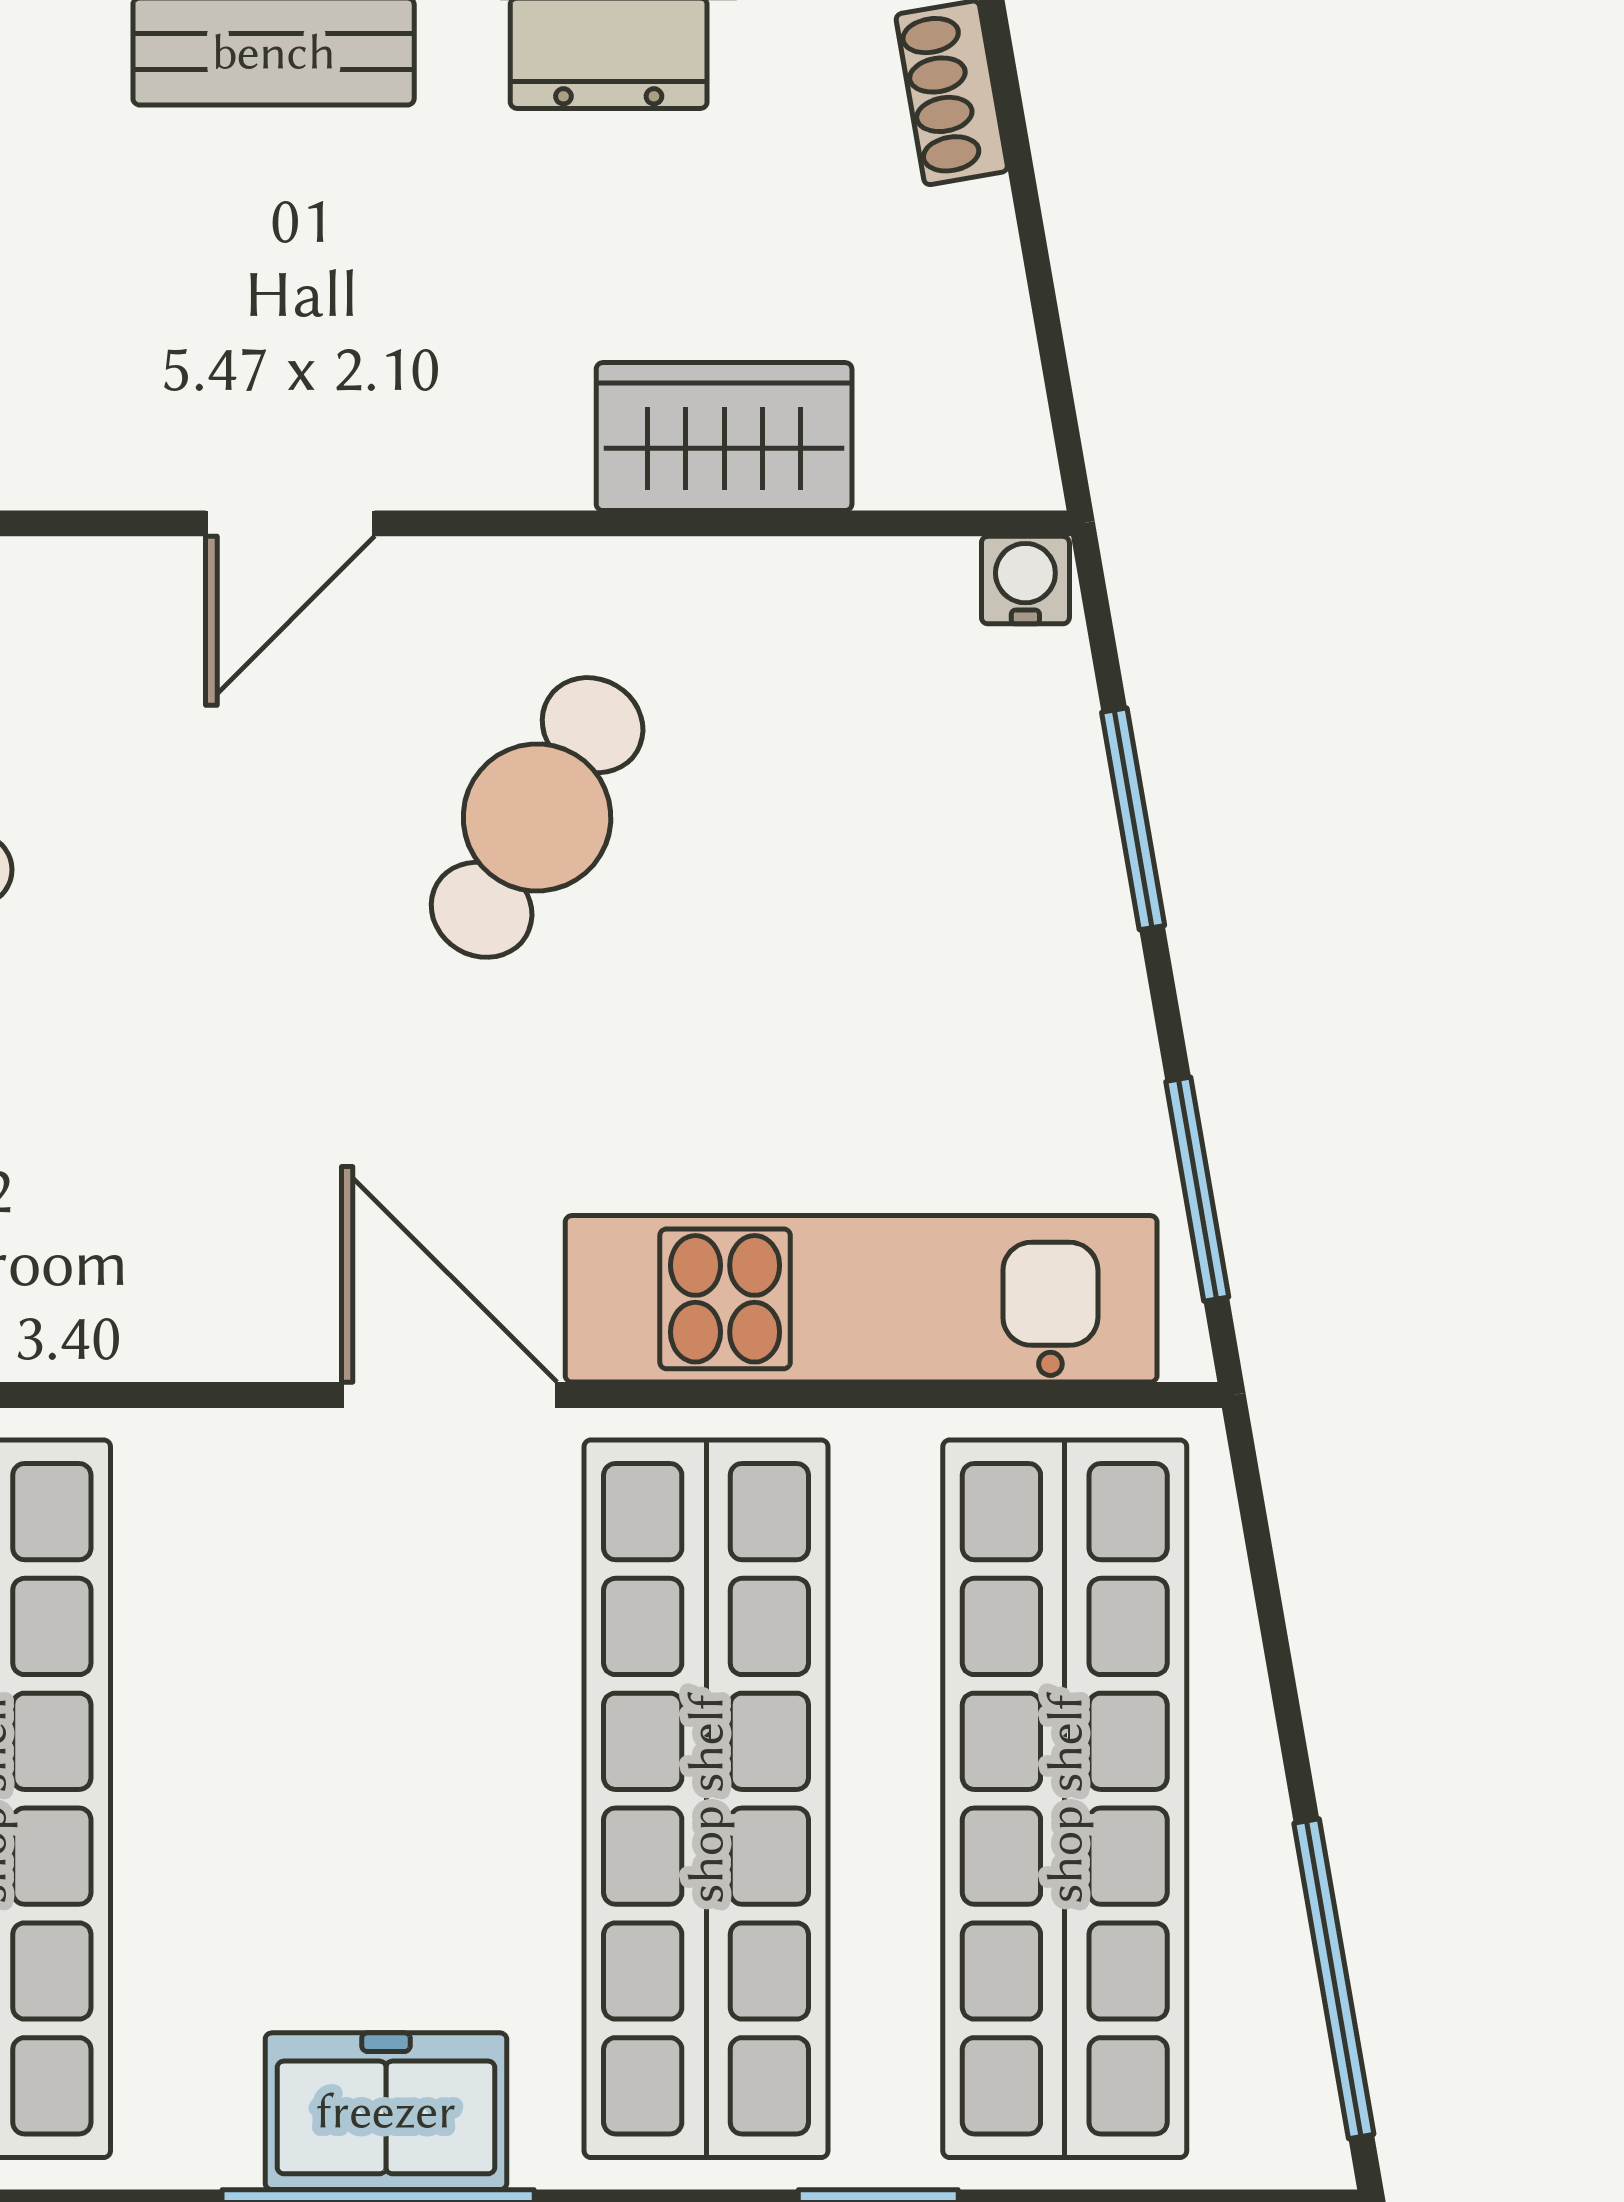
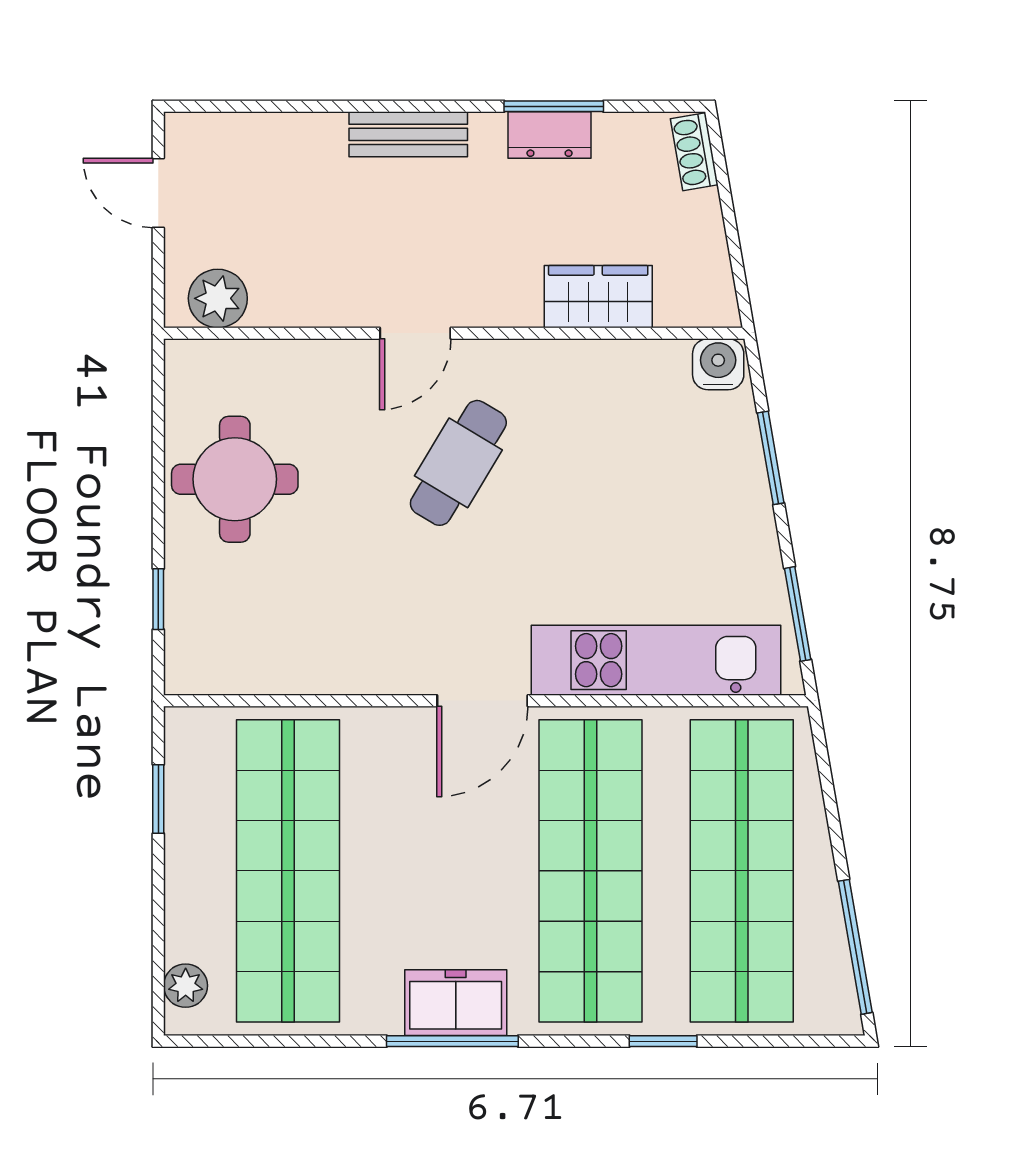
water cooler: (1025, 580) -> (718, 364), width x1.38, depth x1.38
cafe table: (537, 817) -> (458, 463), moved
door: (449, 1395) -> (482, 701), swing flipped

